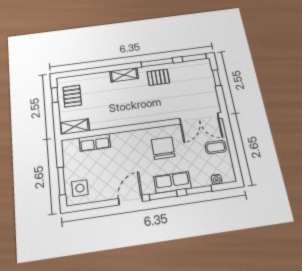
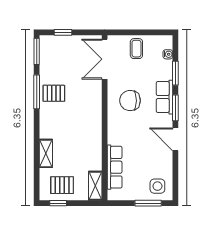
shelving: (124, 75) -> (46, 153), moved
pallet: (158, 77) -> (54, 93), turned 90
double door: (199, 118) -> (105, 59), swing flipped
row of seats: (95, 142) -> (115, 167), width x1.48

